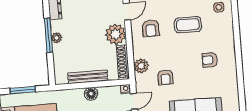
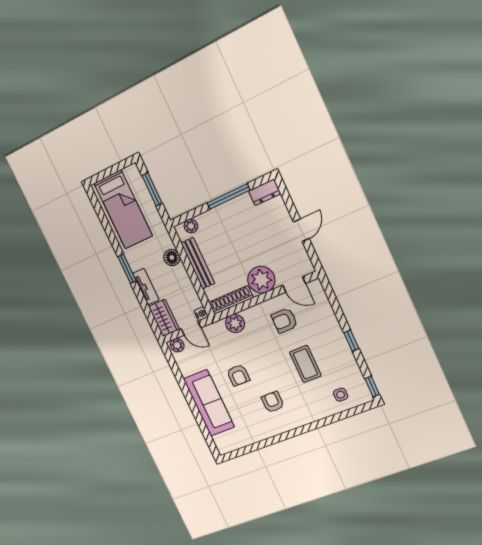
plant: (57, 38) -> (191, 226), moved
armchair: (165, 77) -> (238, 375), moved, turned -89
floor lamp: (91, 94) -> (172, 257), moved

